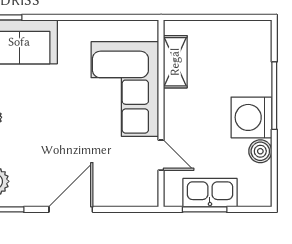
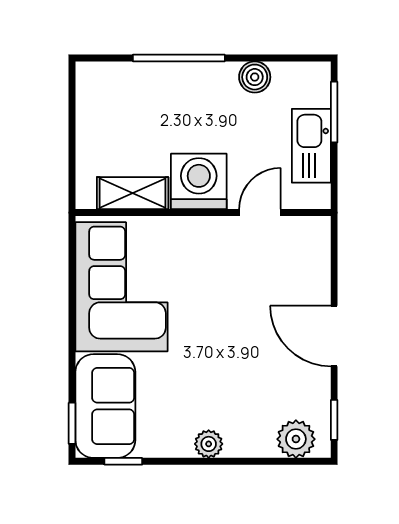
corner sofa: (125, 89) -> (121, 287), moved, turned -90
washing machine: (251, 117) -> (199, 181), moved, turned 180
window: (205, 209) -> (334, 112), moved

